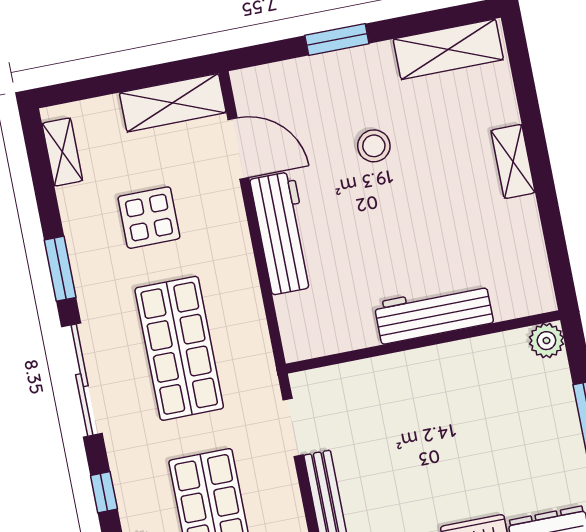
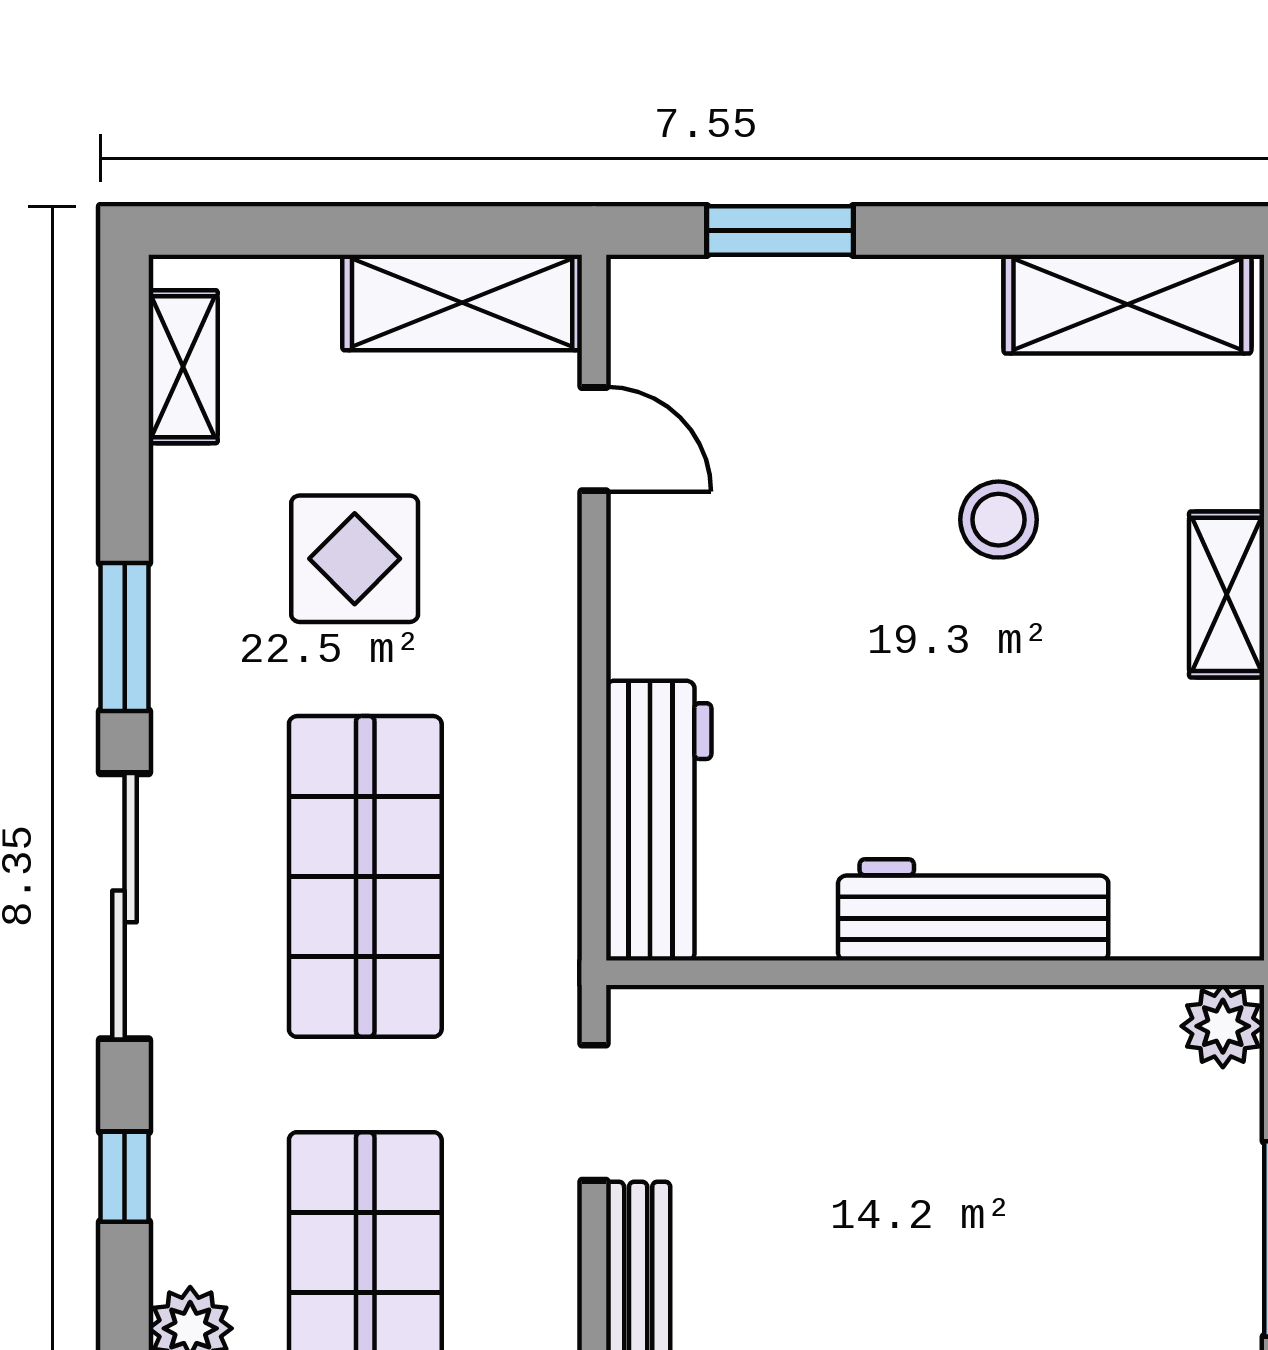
window: (337, 39) -> (780, 230), moved
stool: (374, 146) -> (999, 520), moved
door: (238, 149) -> (594, 439), width x0.73
workbench: (283, 233) -> (659, 821), moved

